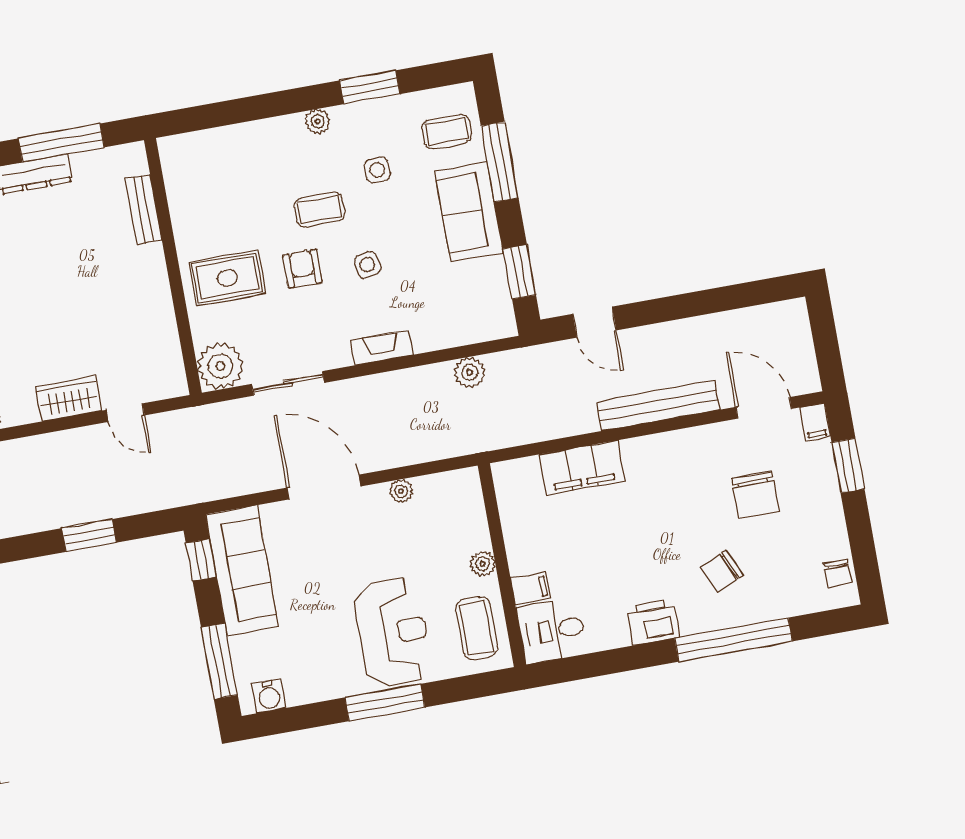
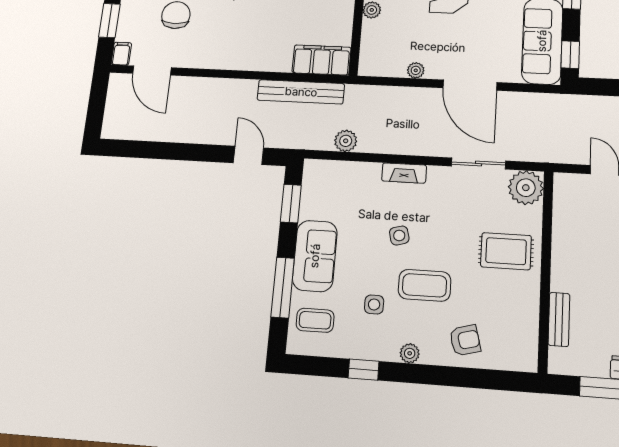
window: (370, 87) -> (364, 370), width x0.67
coffee table: (320, 210) -> (425, 285), width x1.36, depth x1.30
armchair: (302, 269) -> (465, 340), moved, turned -105
bench: (658, 406) -> (301, 92), moved
filing cabinet: (582, 468) -> (322, 60), moved

